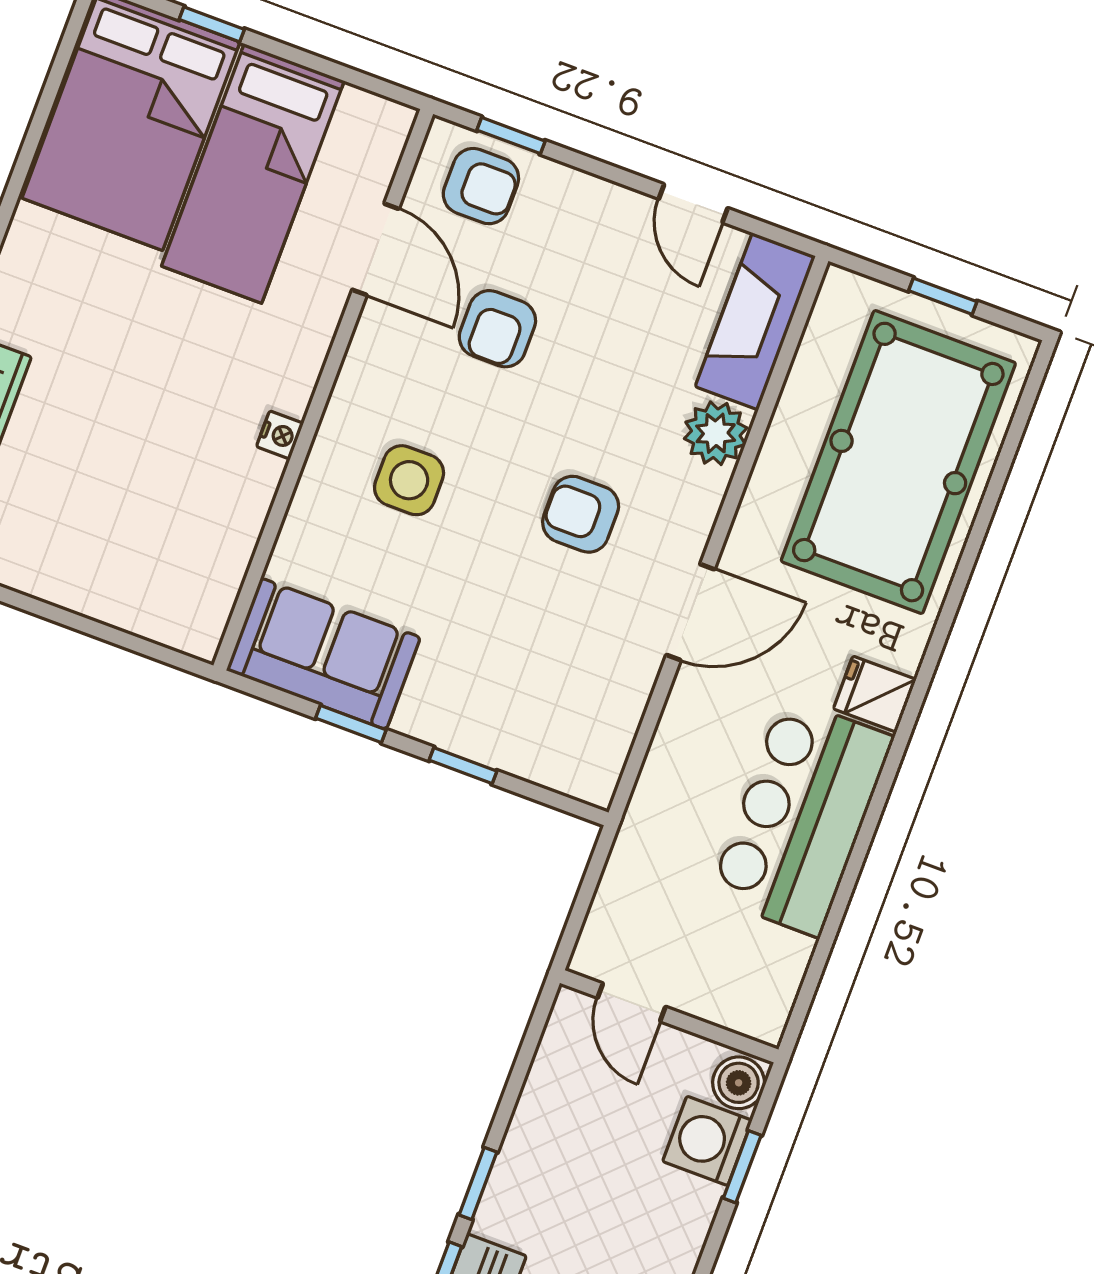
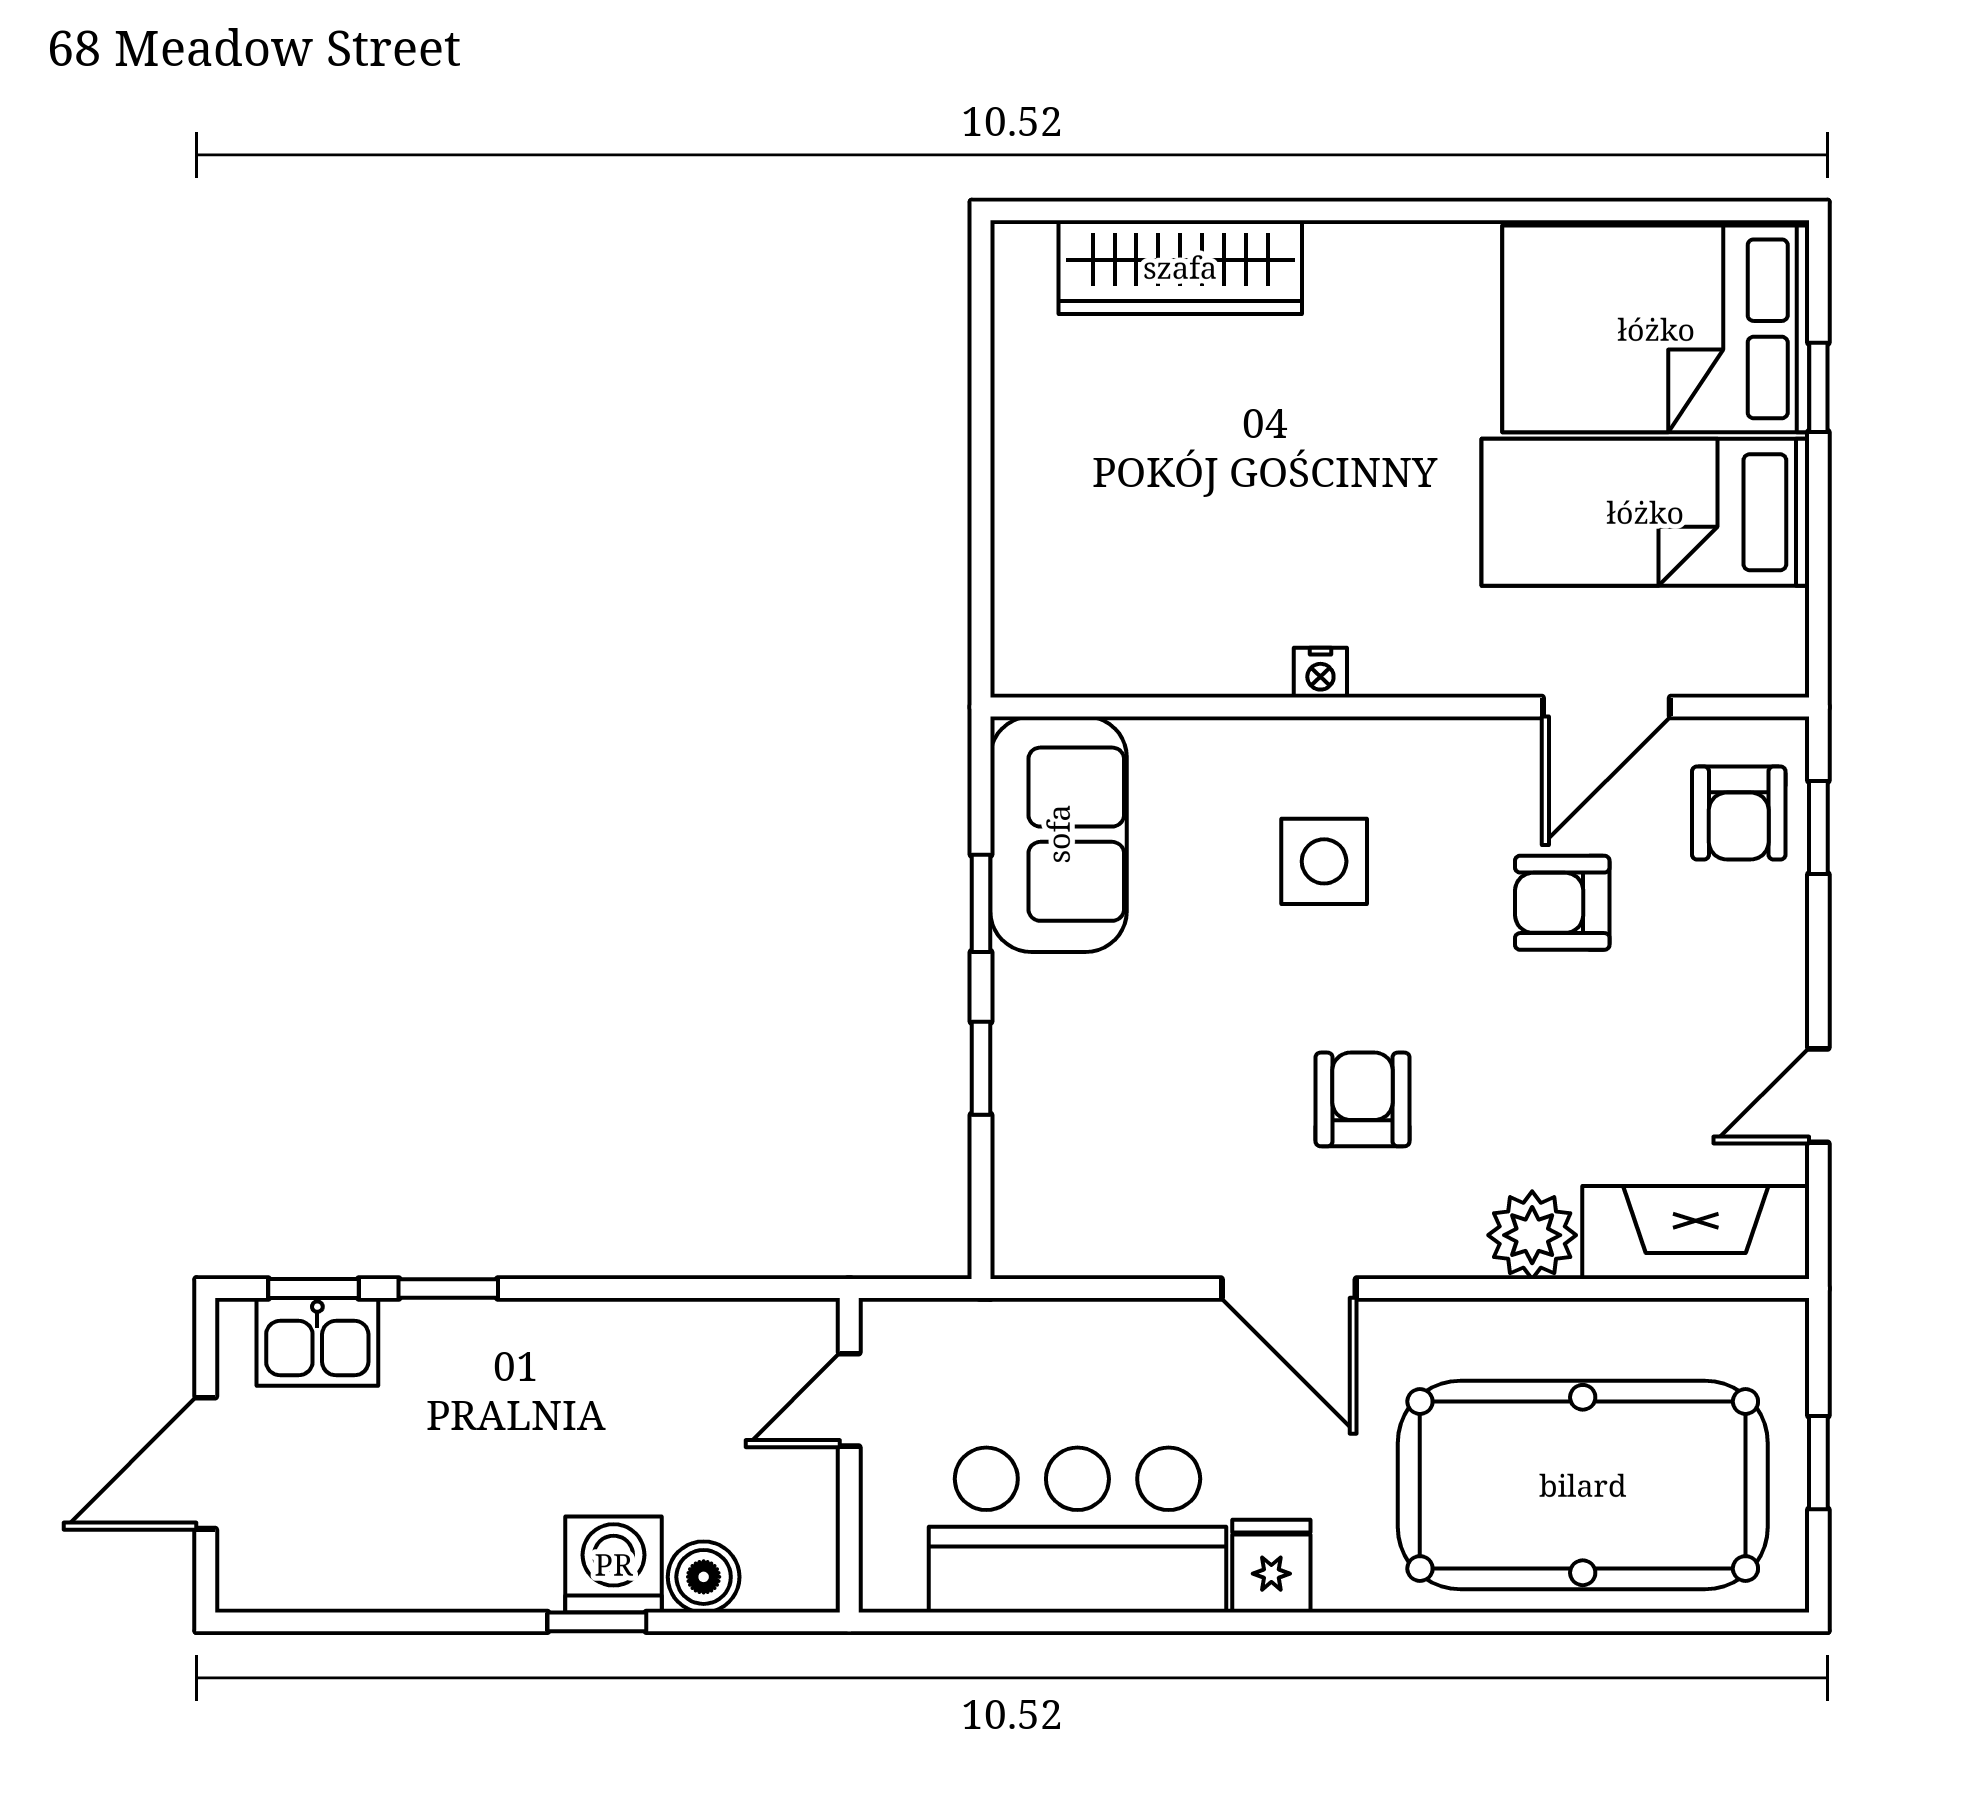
door: (632, 1002) -> (849, 1400), moved
wall: (669, 1016) -> (849, 1455), moved

